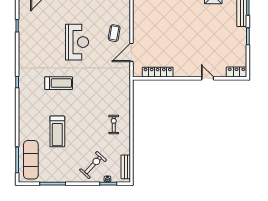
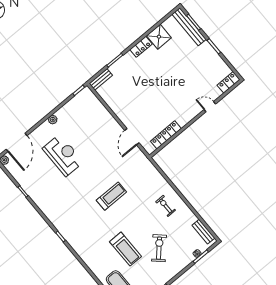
coffee table: (114, 33) -> (105, 133), removed
reception desk: (77, 42) -> (63, 155), moved
treadmill: (59, 83) -> (111, 196), moved
exercise bike: (93, 165) -> (159, 248), moved

